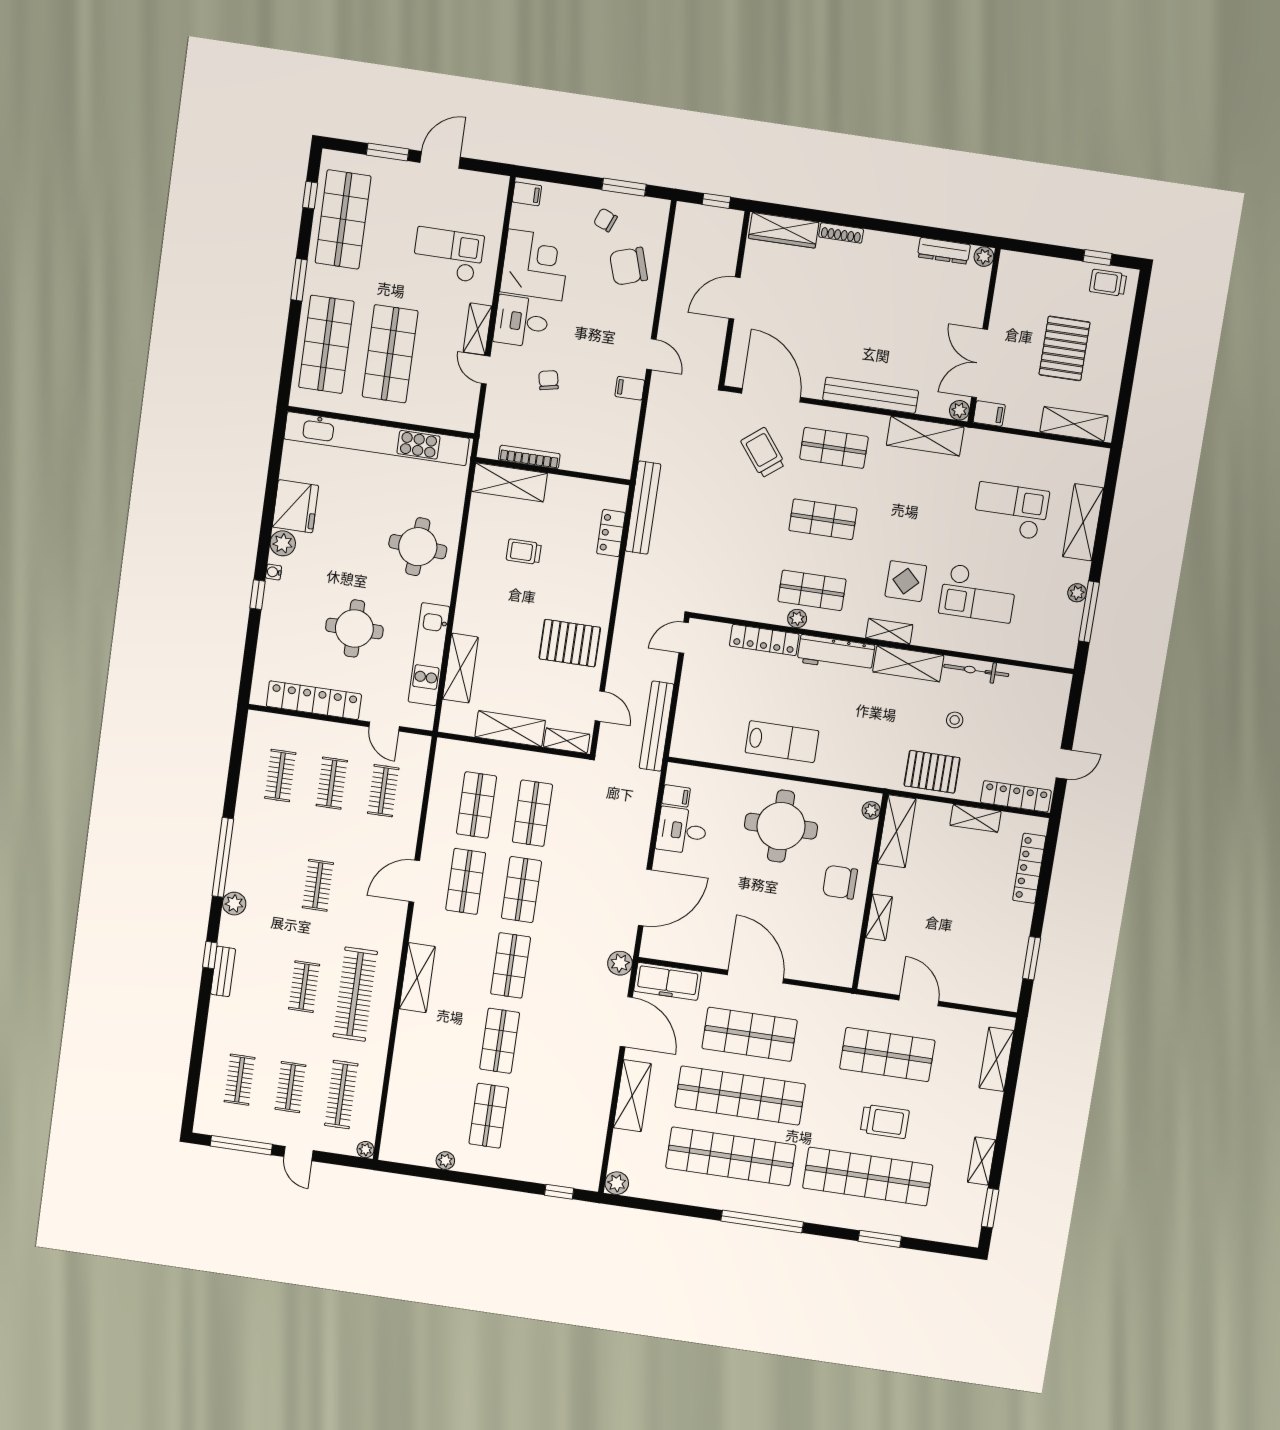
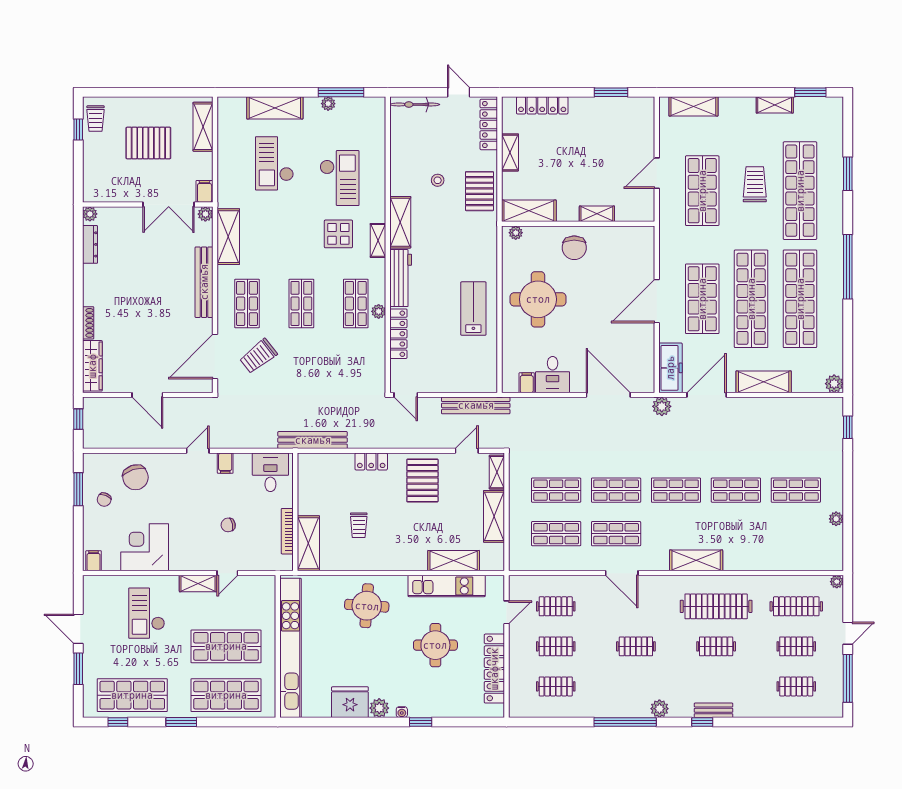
desk: (521, 321) -> (270, 472), moved, turned 180
locker: (611, 533) -> (371, 461), moved
bicycle: (976, 670) -> (415, 104), moved, turned 90

